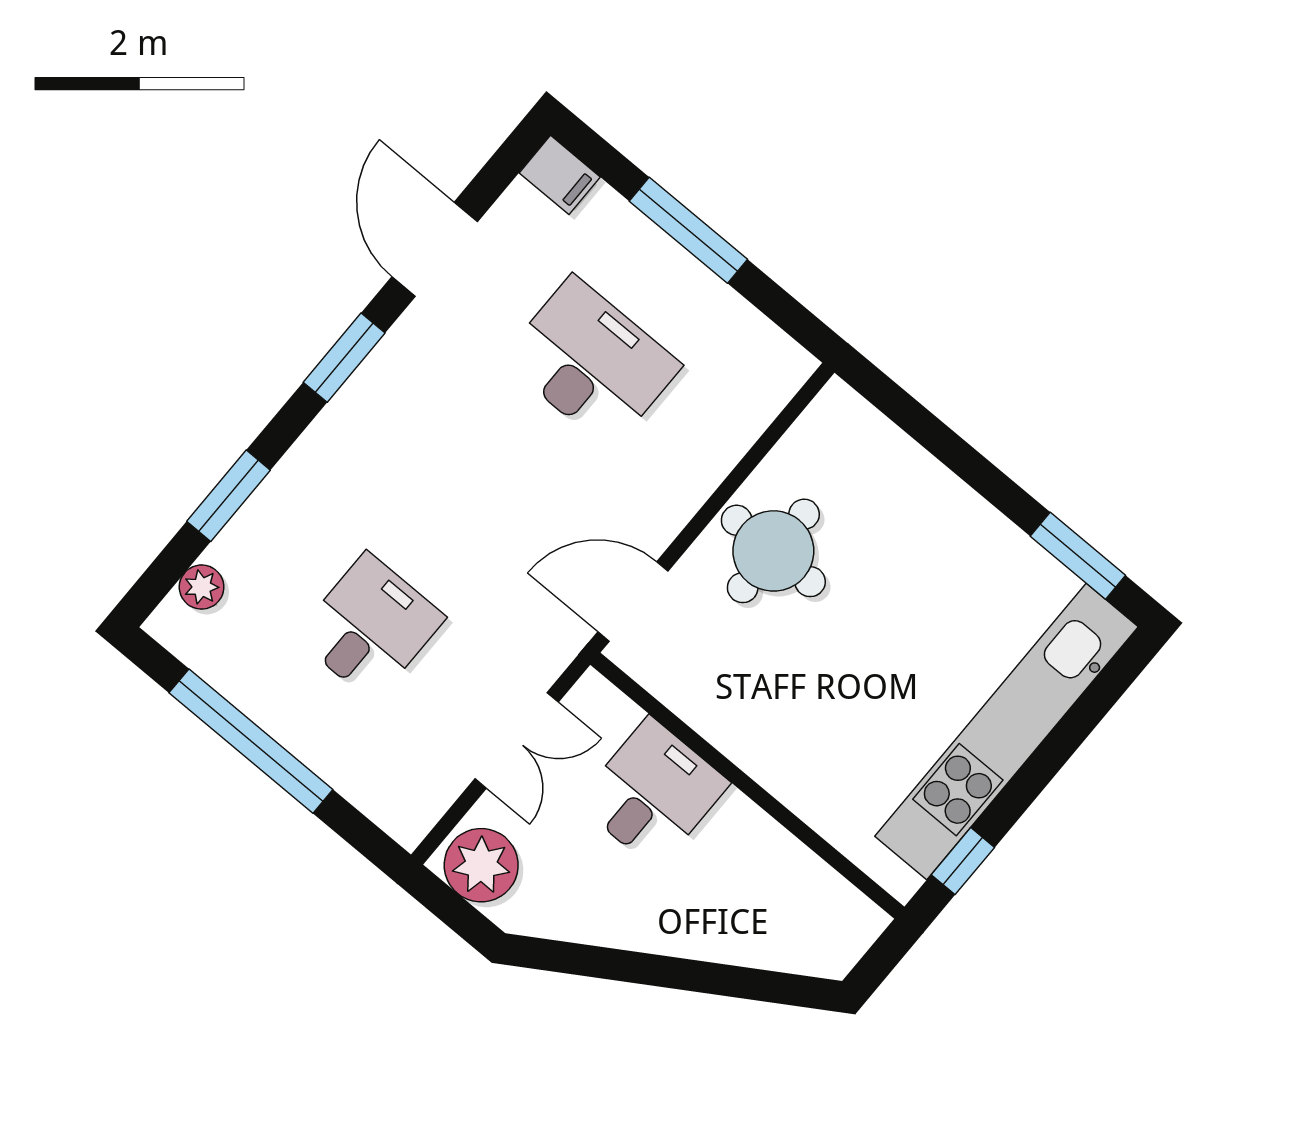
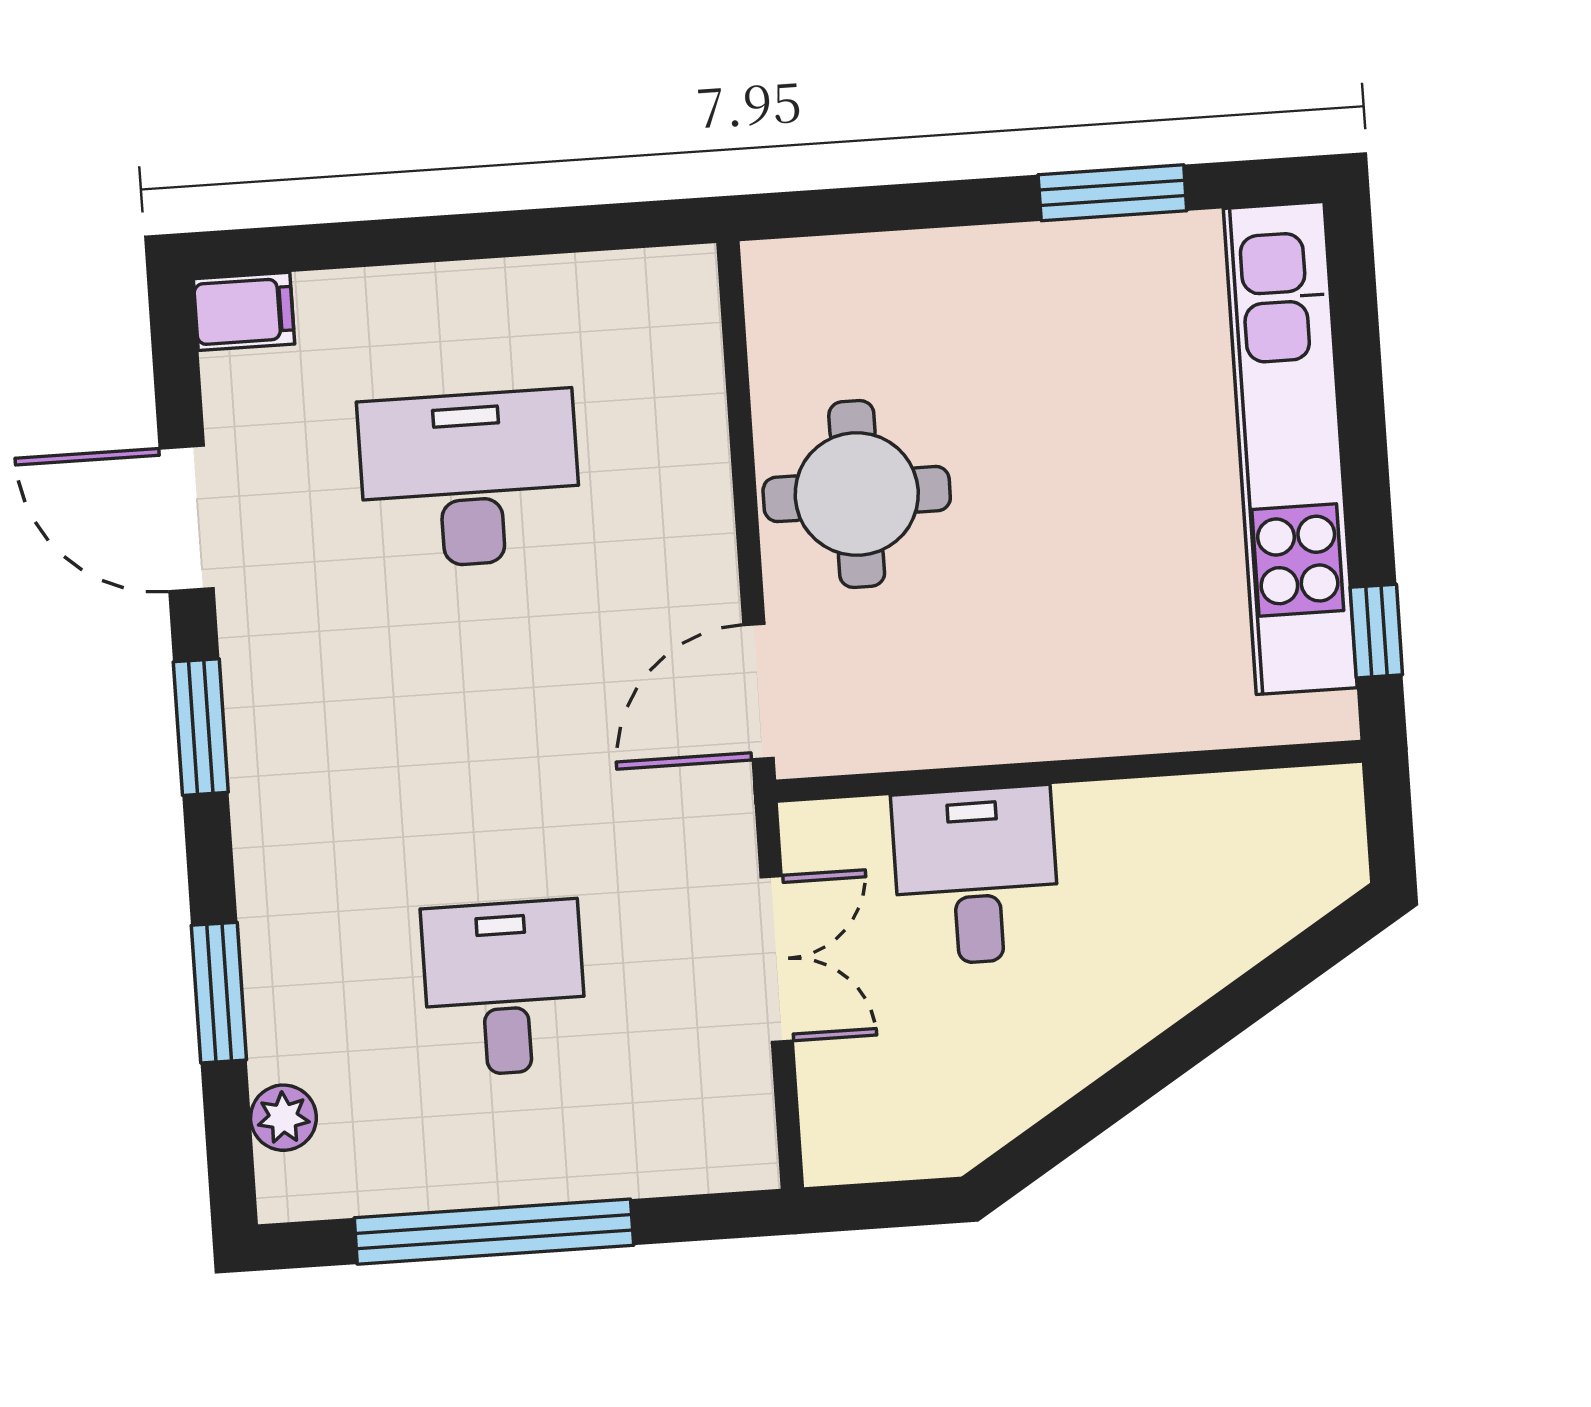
window: (688, 230) -> (438, 239), removed
window: (1078, 556) -> (1112, 193), moved
plant: (481, 865) -> (867, 1128), removed

